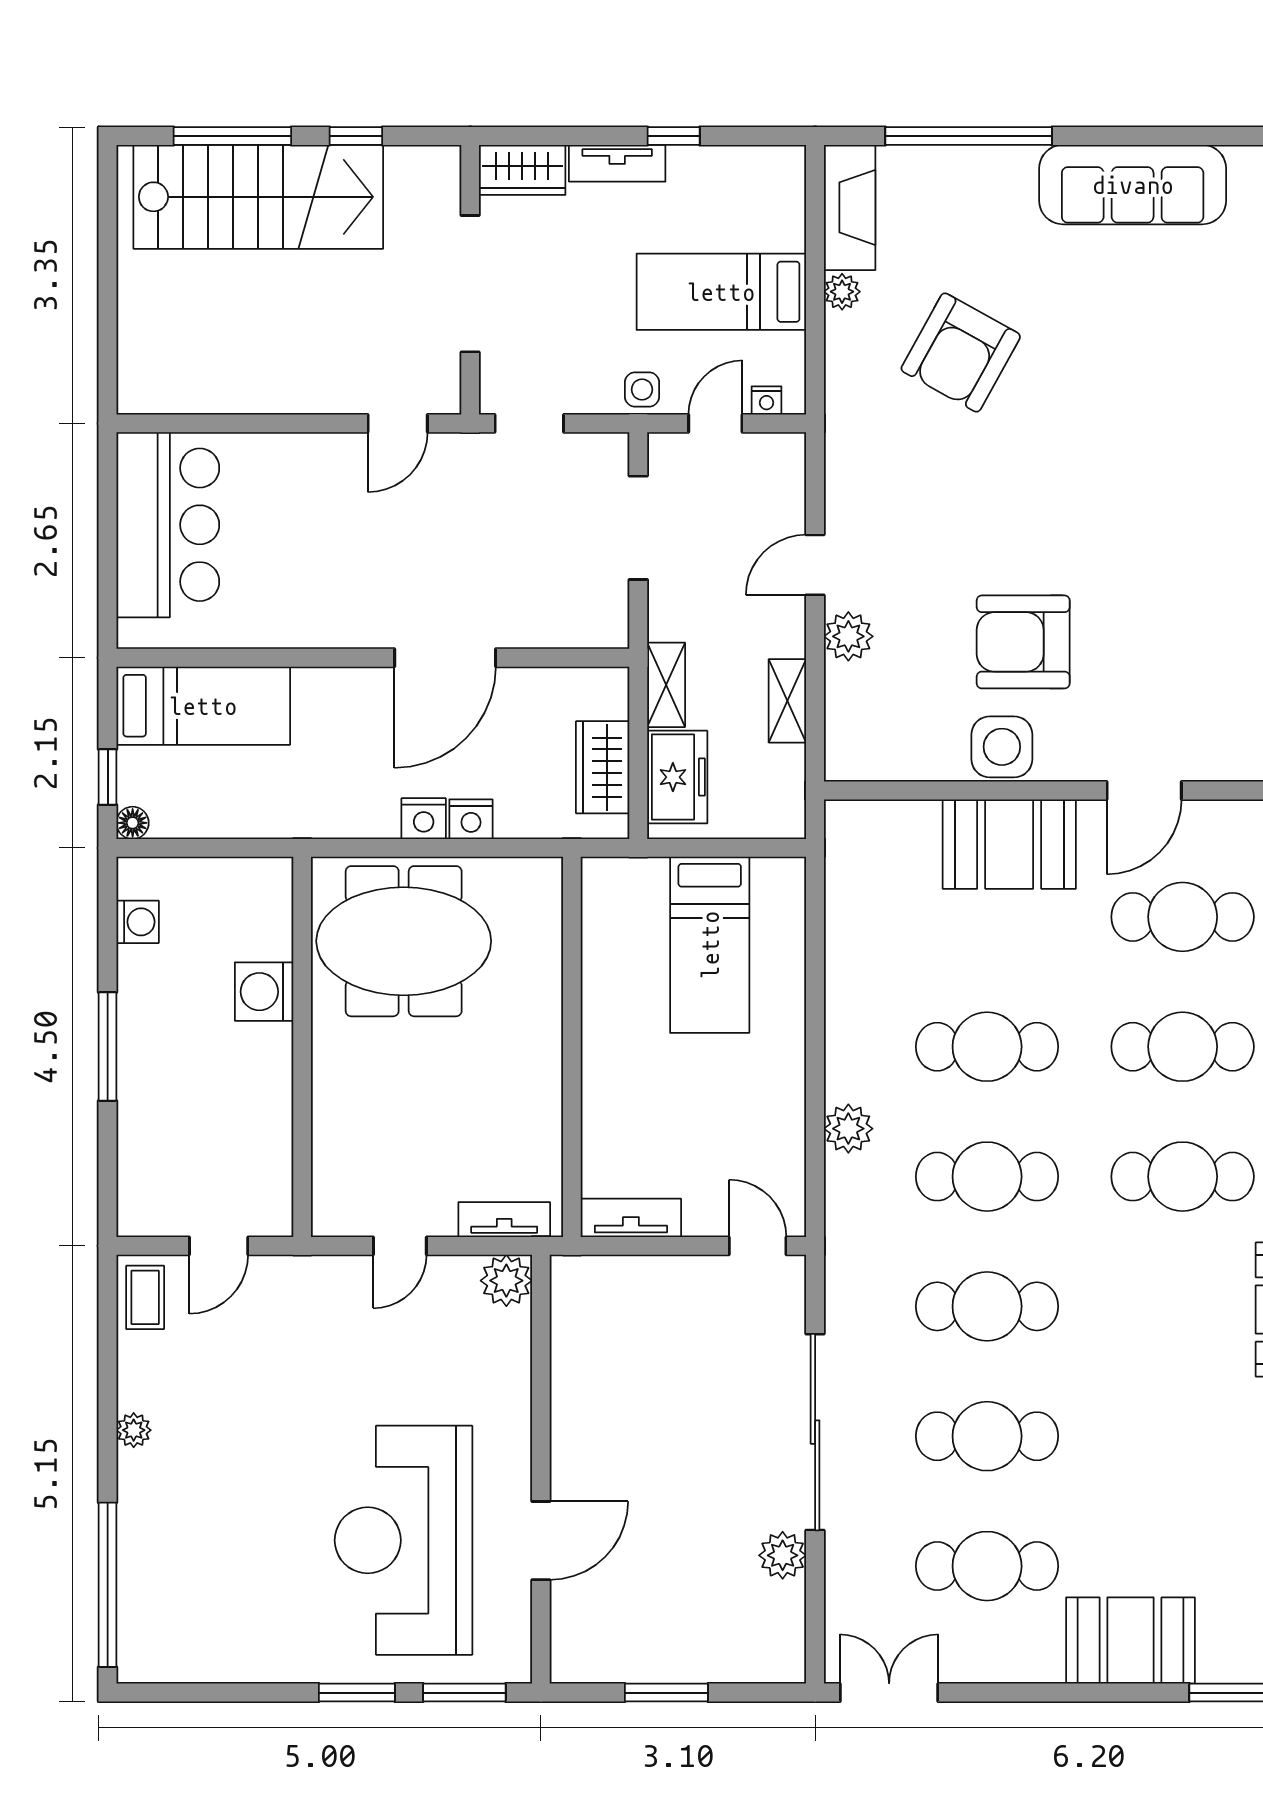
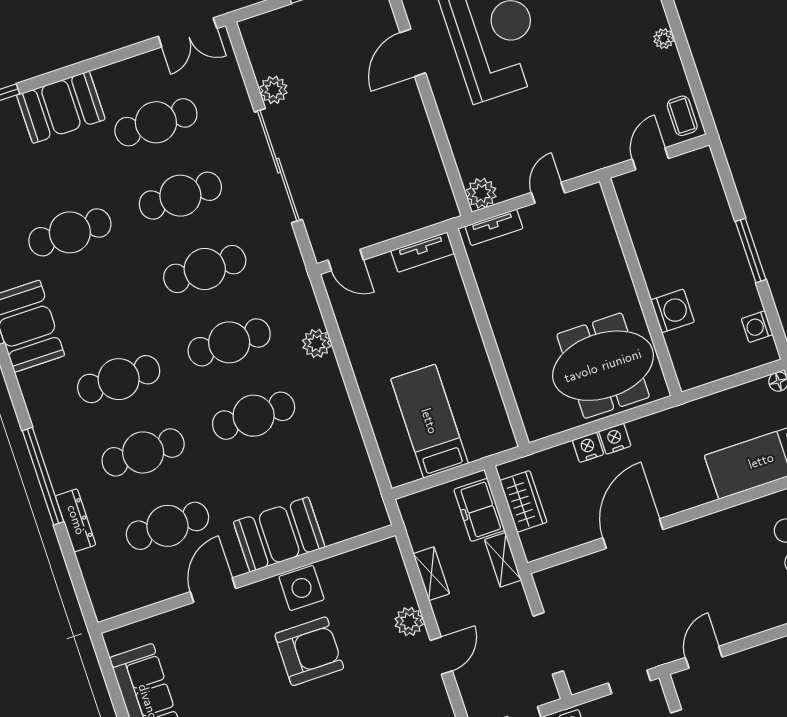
cafe table: (1183, 1436) -> (70, 232), added

